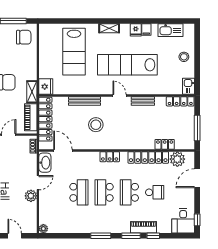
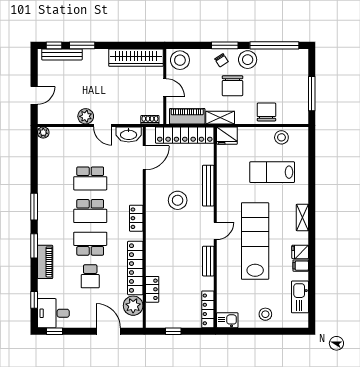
chair: (24, 37) -> (266, 112), moved, turned 180
stool: (47, 44) -> (281, 137), added
lab bench: (74, 52) -> (272, 172), width x0.73, depth x0.72
window: (197, 128) -> (173, 331), width x0.46
school desk: (104, 192) -> (90, 211), turned 180
window: (153, 236) -> (34, 300), moved

